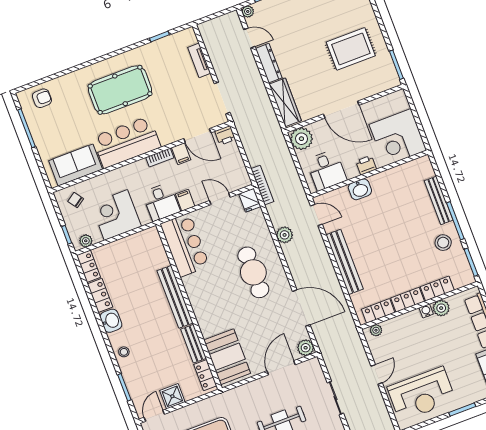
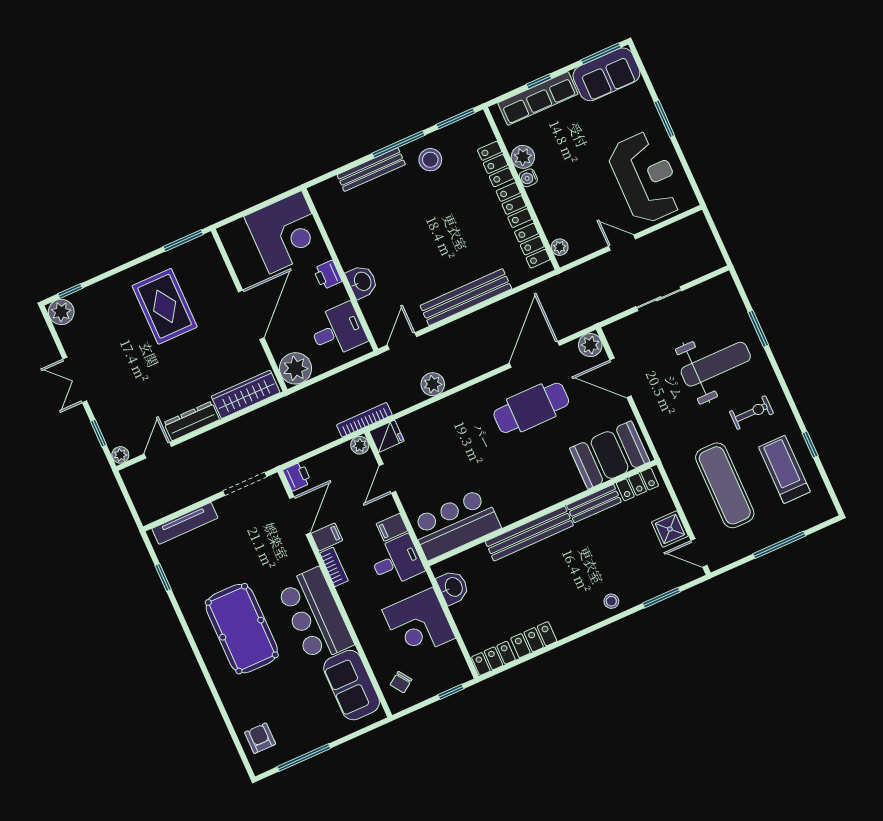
tv unit: (199, 60) -> (185, 523), width x1.41
plant: (86, 241) -> (360, 445), moved
cafe table: (253, 272) -> (531, 408), moved
washbasin: (111, 321) -> (453, 587), moved, turned 90

